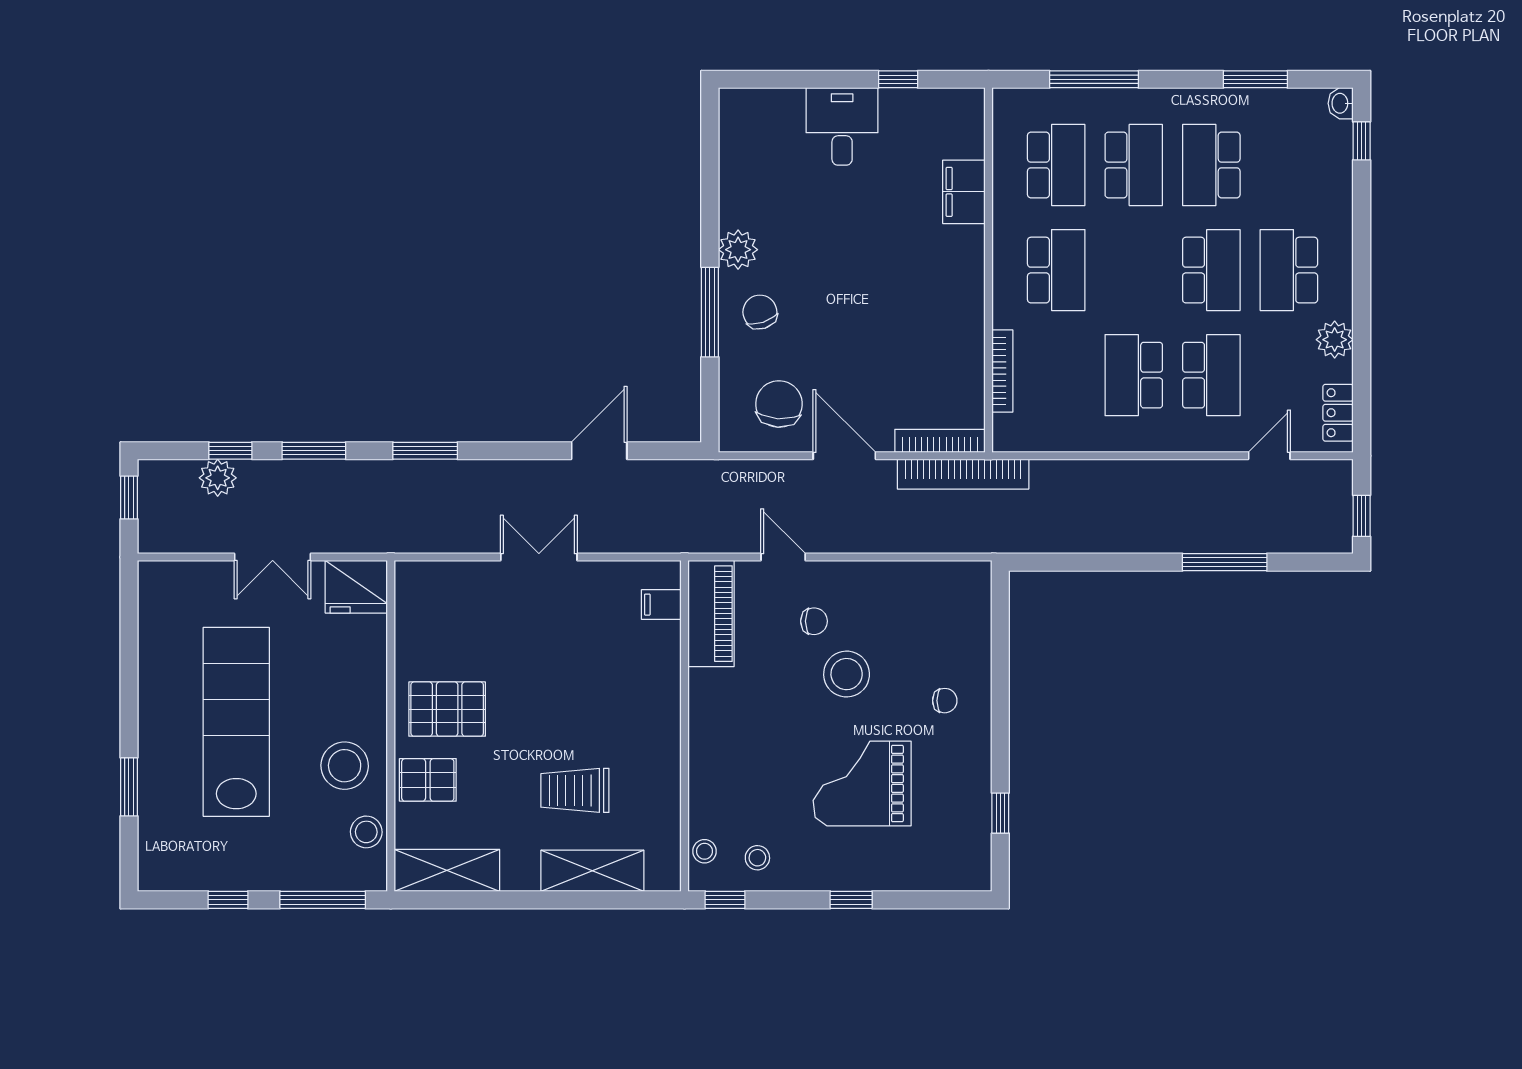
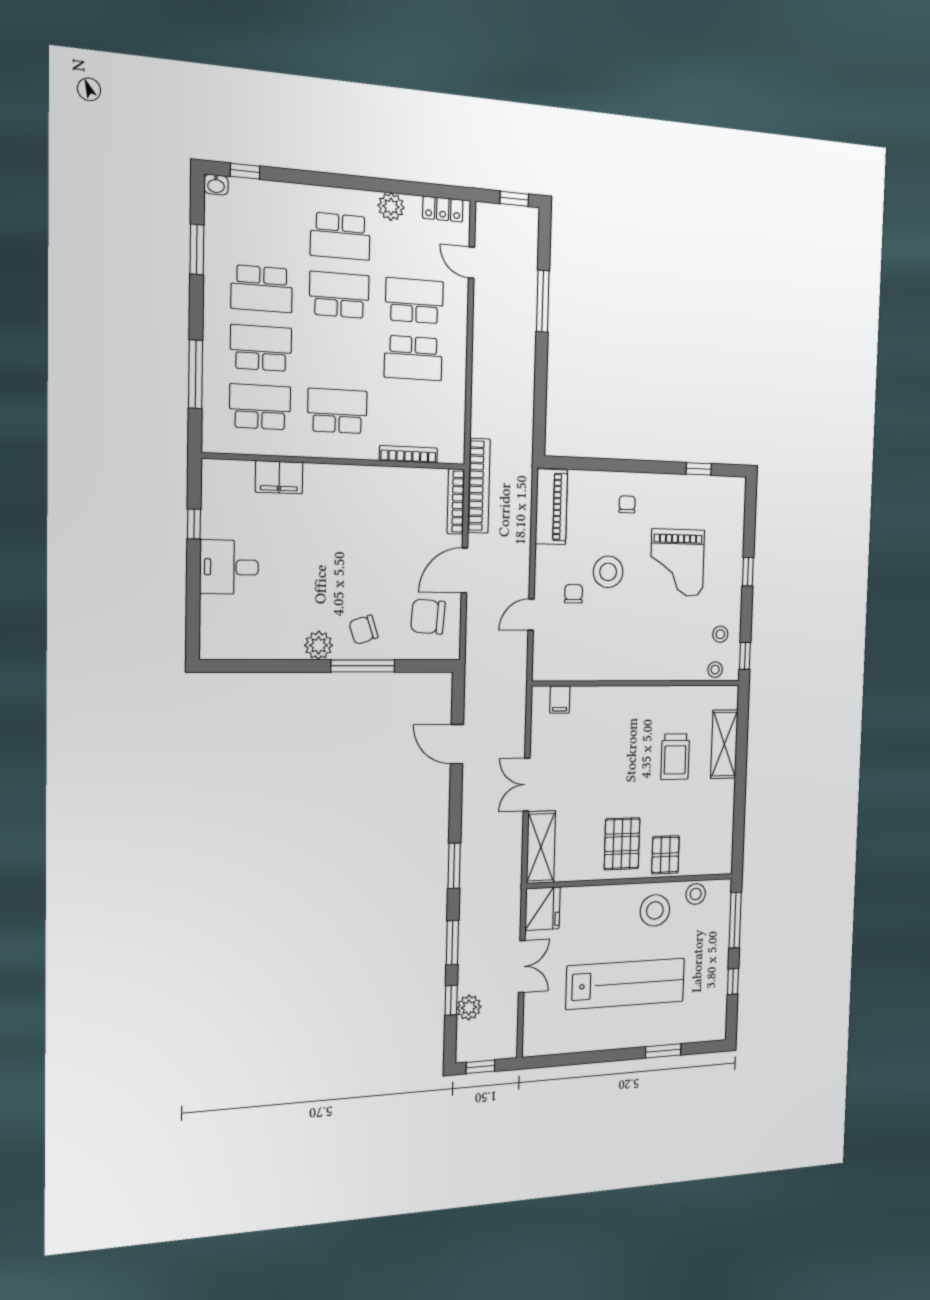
piano: (711, 614) -> (551, 507), moved, turned 90
lab bench: (236, 722) -> (626, 984), turned 180
shelving: (447, 870) -> (541, 847), moved

